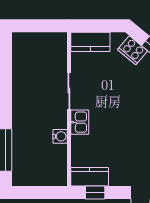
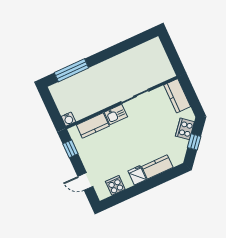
water cooler: (60, 136) -> (68, 119), moved
kitchen counter: (90, 177) -> (93, 125), moved, turned 90

